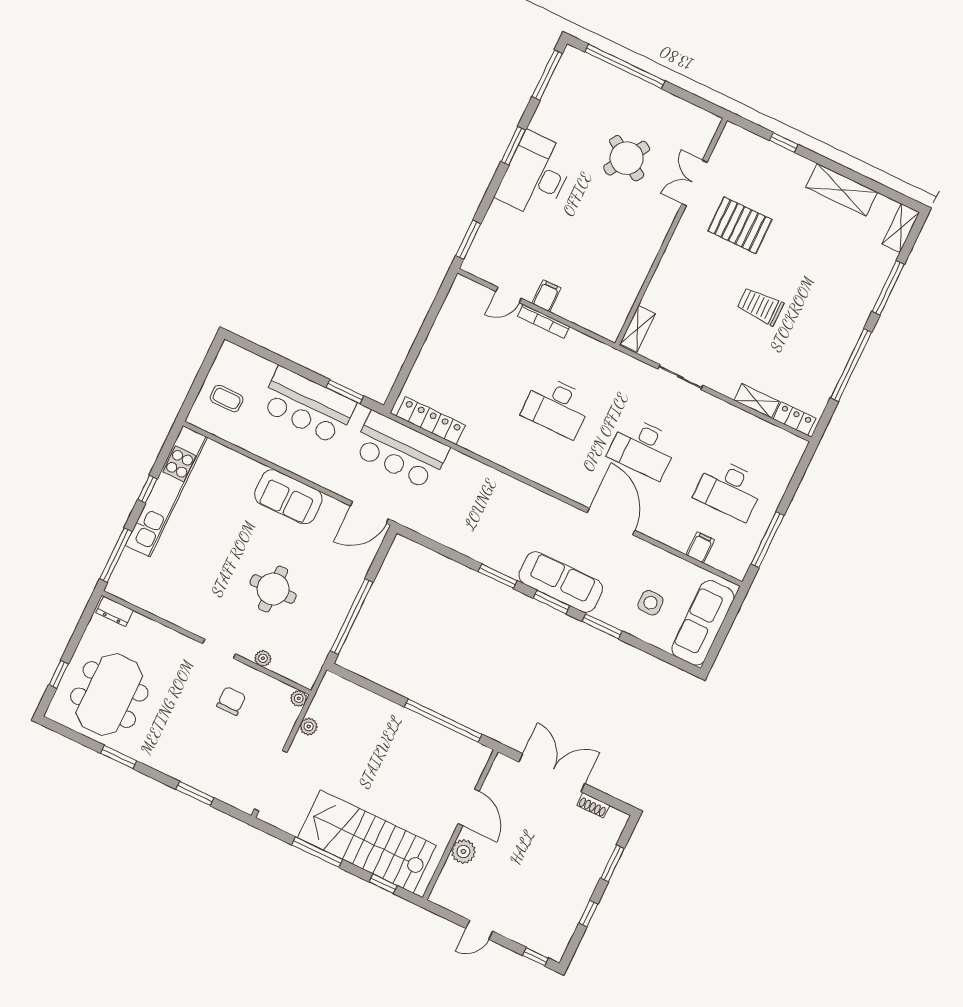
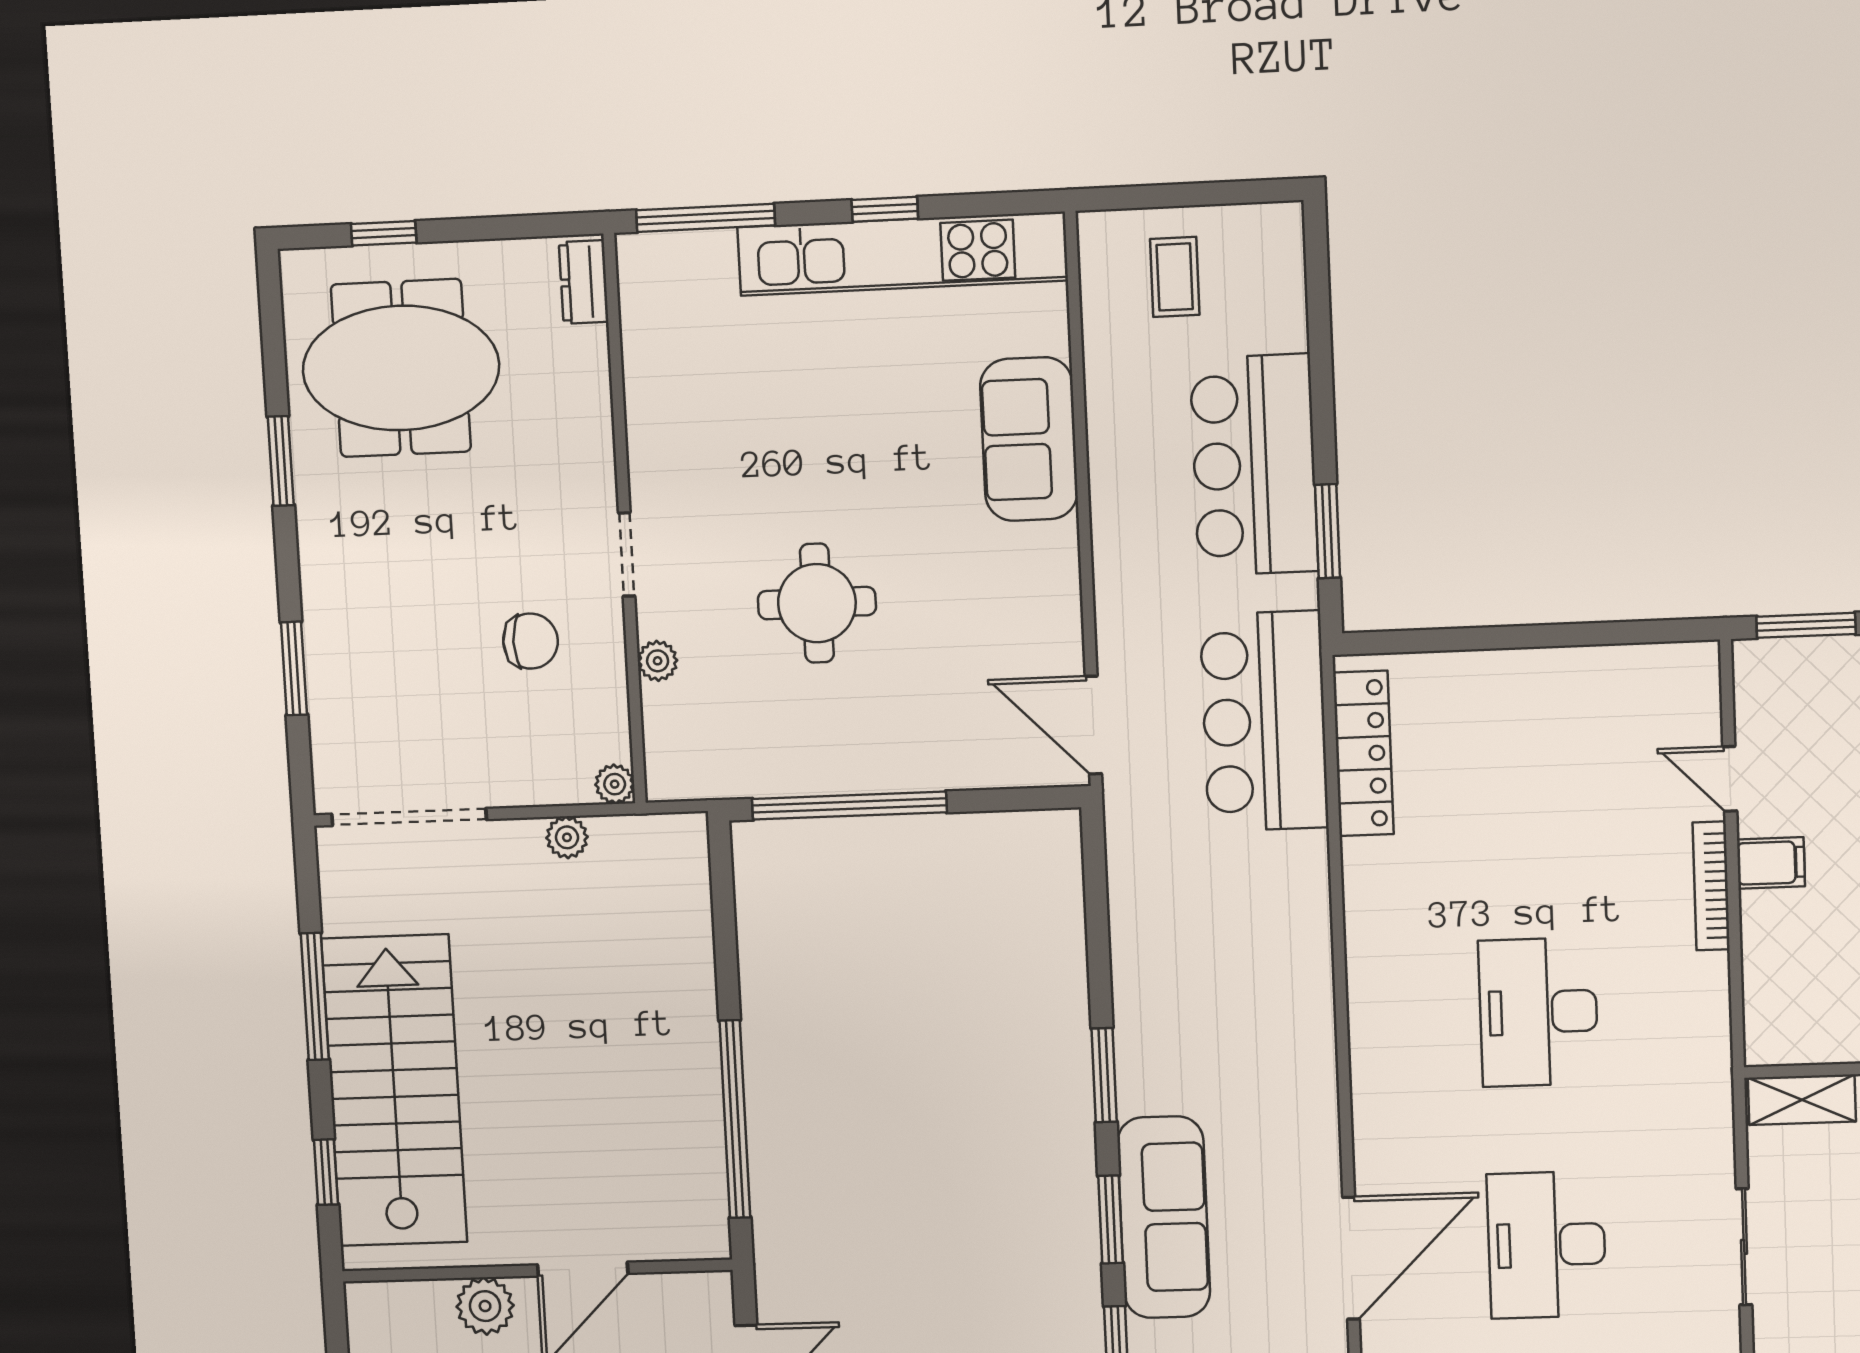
sofa: (288, 497) -> (1029, 439), moved

